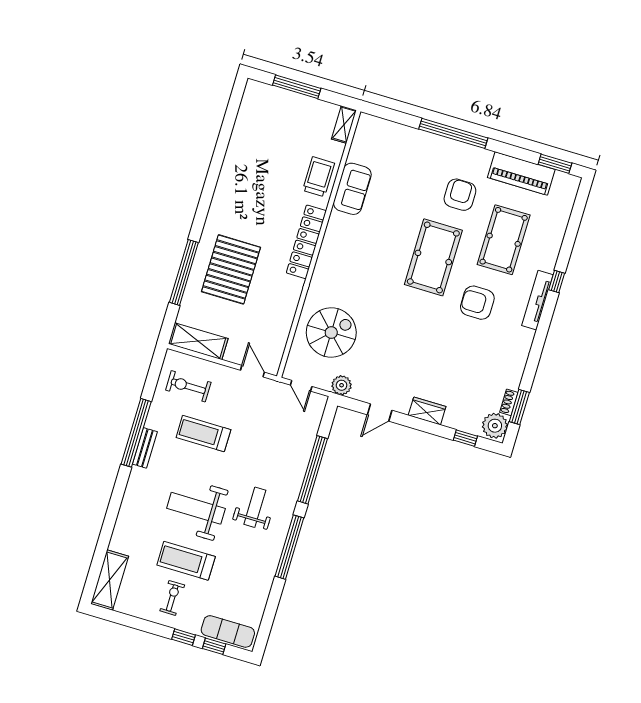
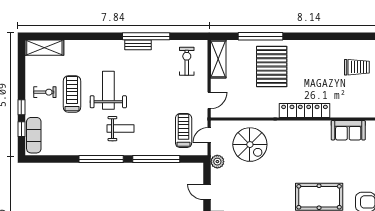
trolley: (319, 177) -> (357, 67), moved
pallet: (231, 269) -> (272, 66), turned 90
treadmill: (203, 434) -> (184, 131), moved

